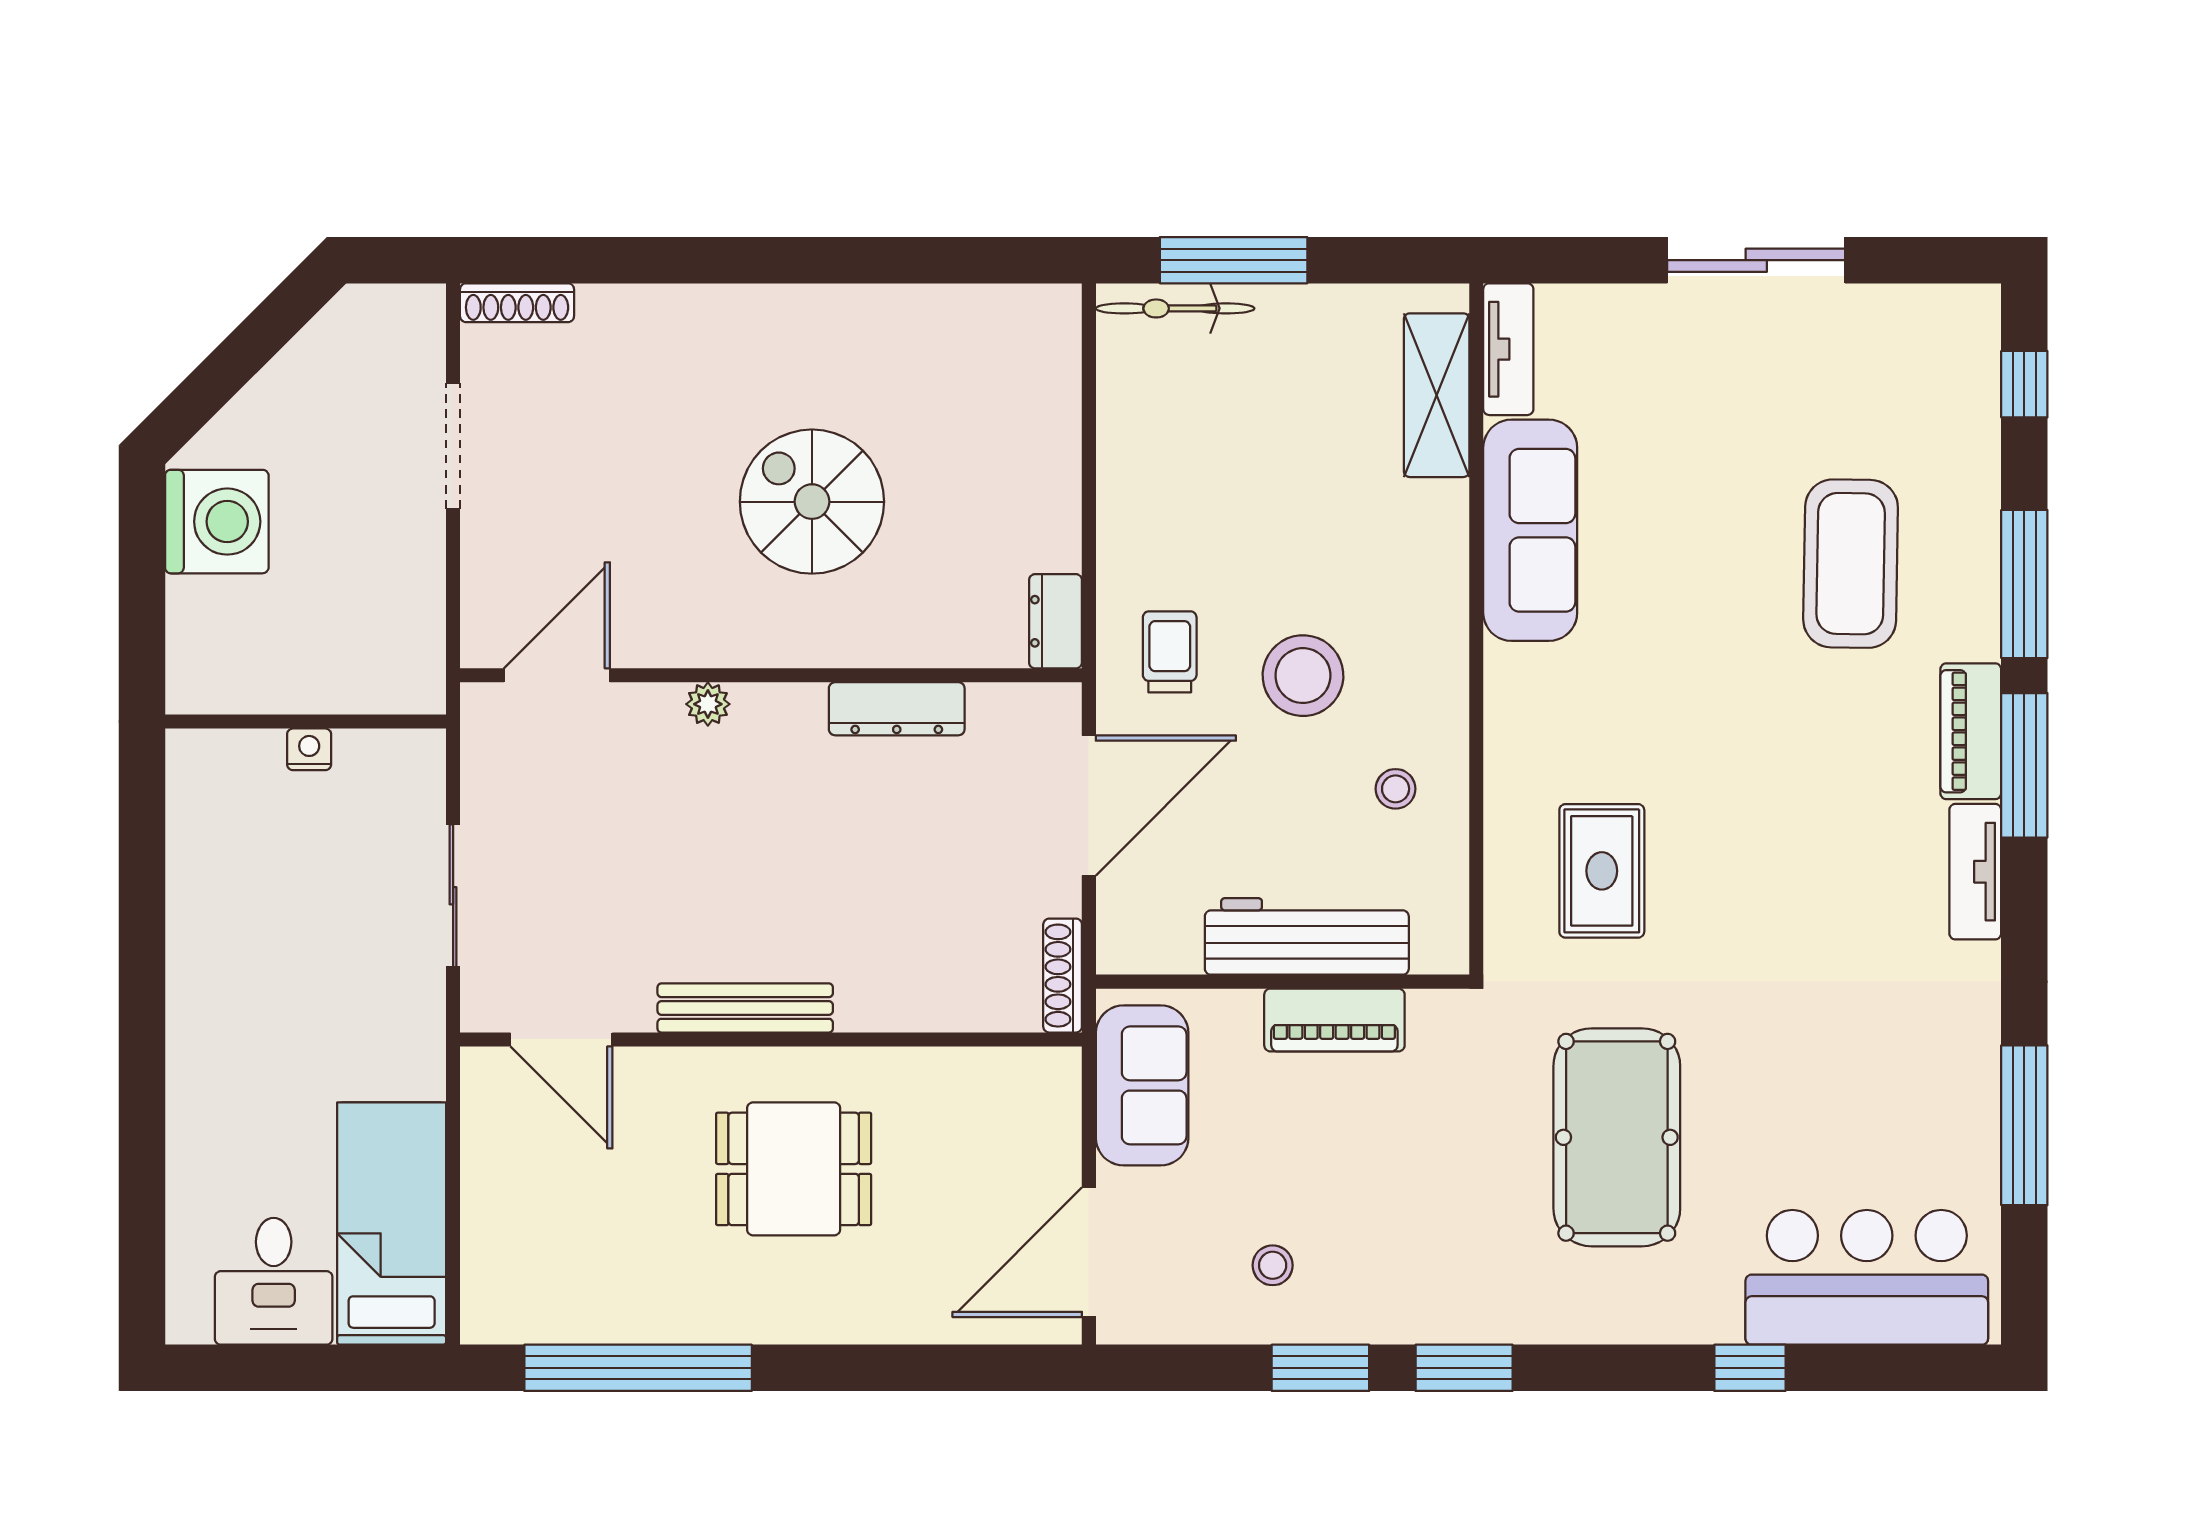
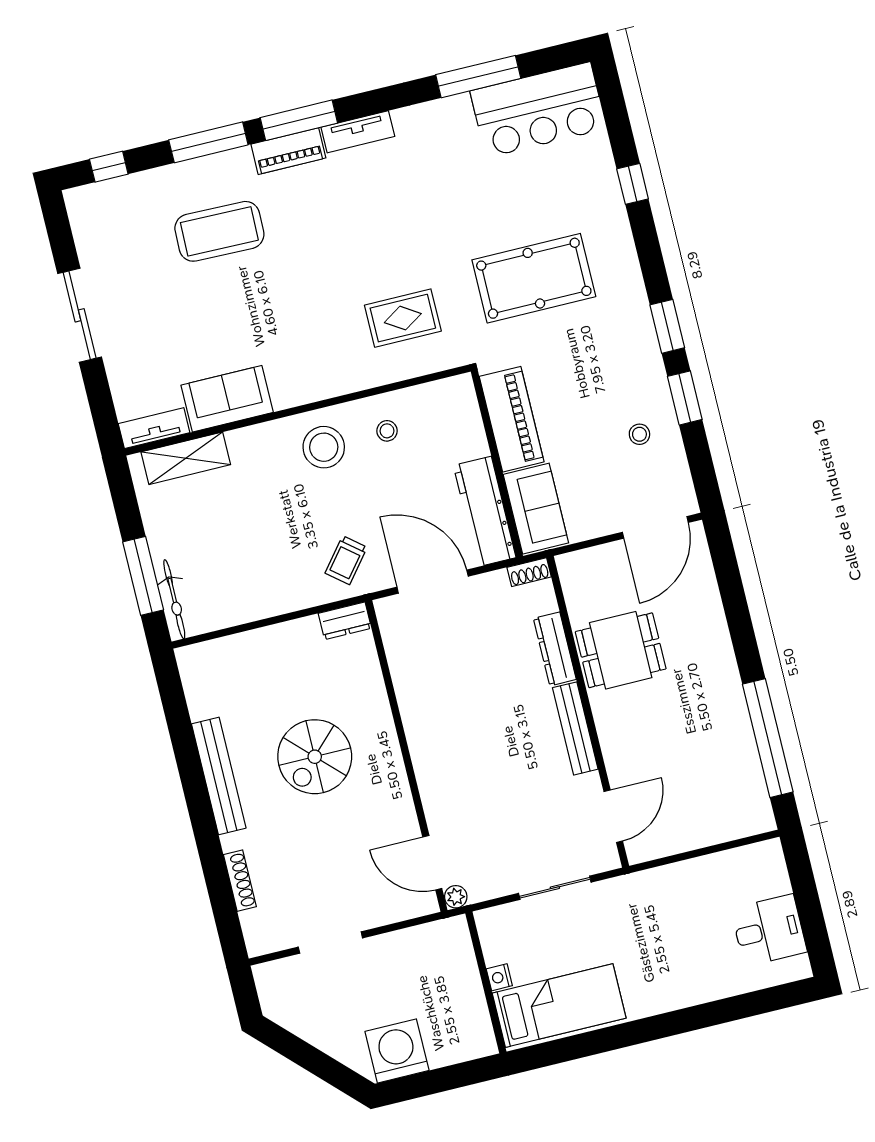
shoe rack: (517, 303) -> (240, 881), moved
bench: (820, 311) -> (219, 776), added
sofa: (1530, 530) -> (227, 399), width x0.73
trolley: (1170, 652) -> (346, 560), turned -51
stool: (1303, 676) -> (324, 447), moved
plant: (708, 704) -> (456, 897), moved
dresser: (897, 709) -> (555, 649), moved, turned 180
workbench: (1307, 936) -> (485, 511), moved
shoe rack: (1063, 976) -> (529, 572), width x0.70
piano: (1334, 1020) -> (512, 419), width x1.37, depth x1.33
sofa: (1142, 1085) -> (536, 509), moved, turned 90
dining table: (794, 1169) -> (621, 650), moved, turned 90
bed: (392, 1224) -> (559, 1006), moved, turned 180
door: (1089, 1252) -> (655, 527), hinge flipped
bar counter: (1867, 1277) -> (538, 110), moved, turned -90

